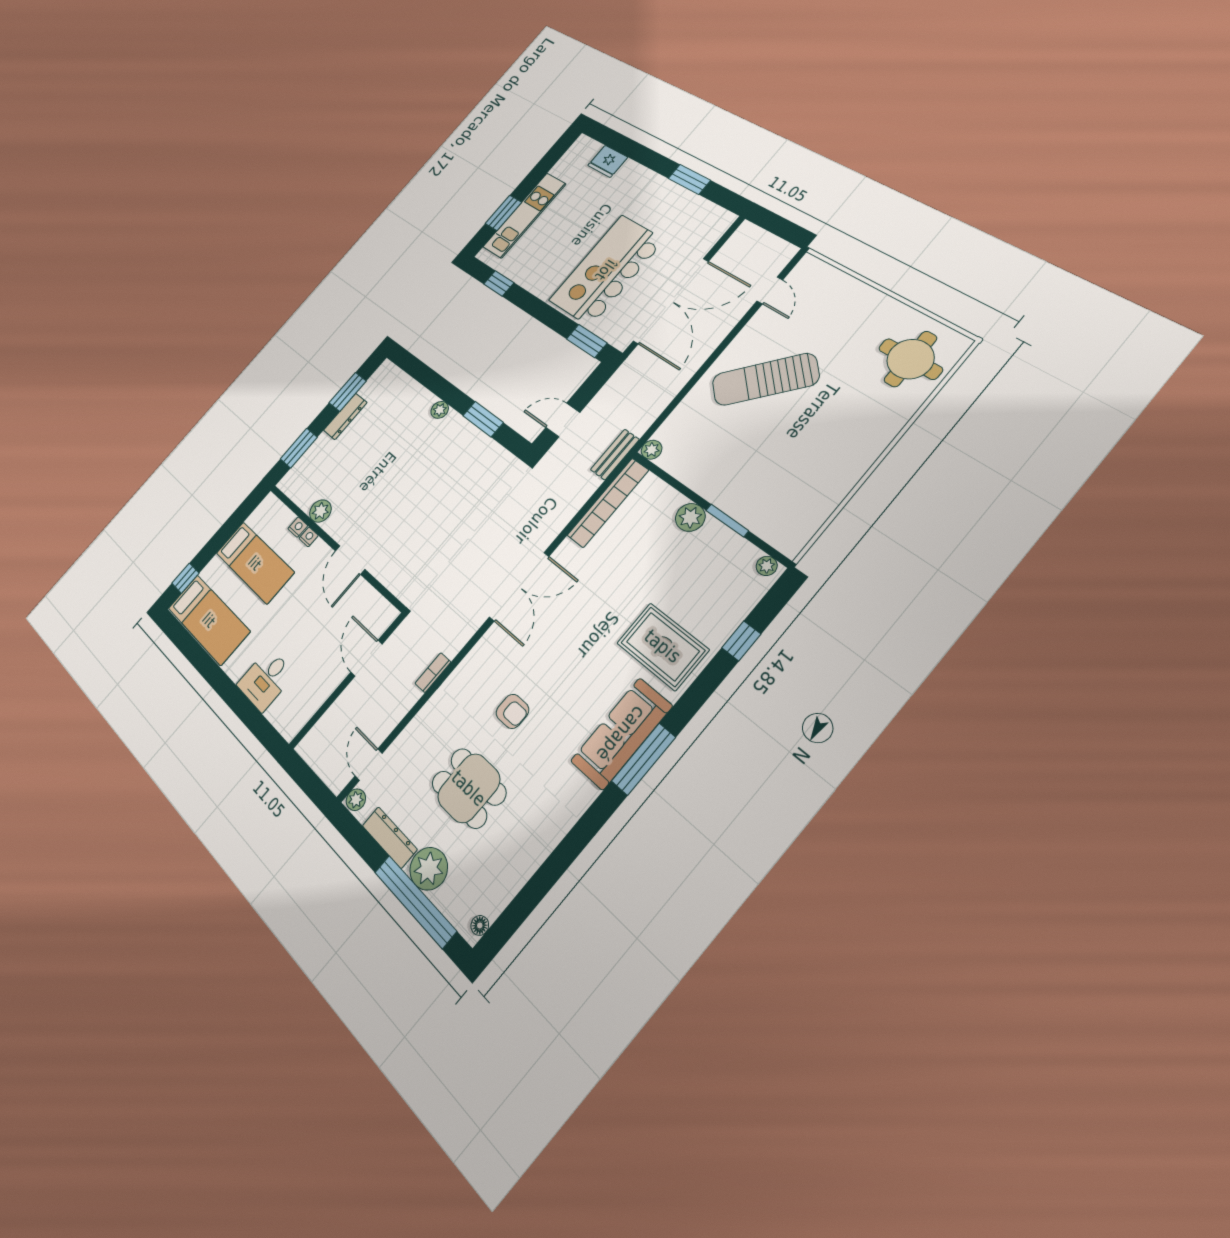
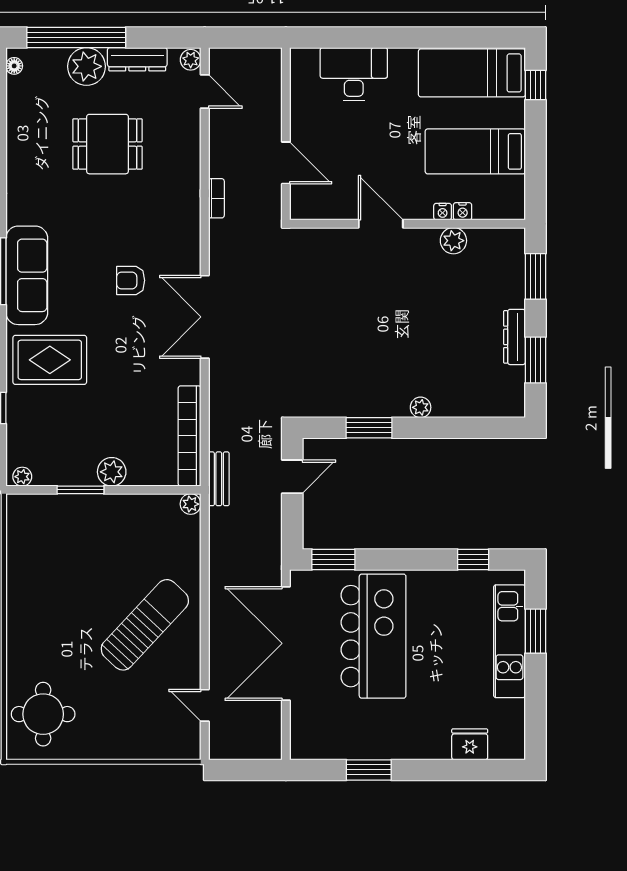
desk: (266, 680) -> (354, 74), width x1.37
armchair: (512, 711) -> (131, 280), moved

